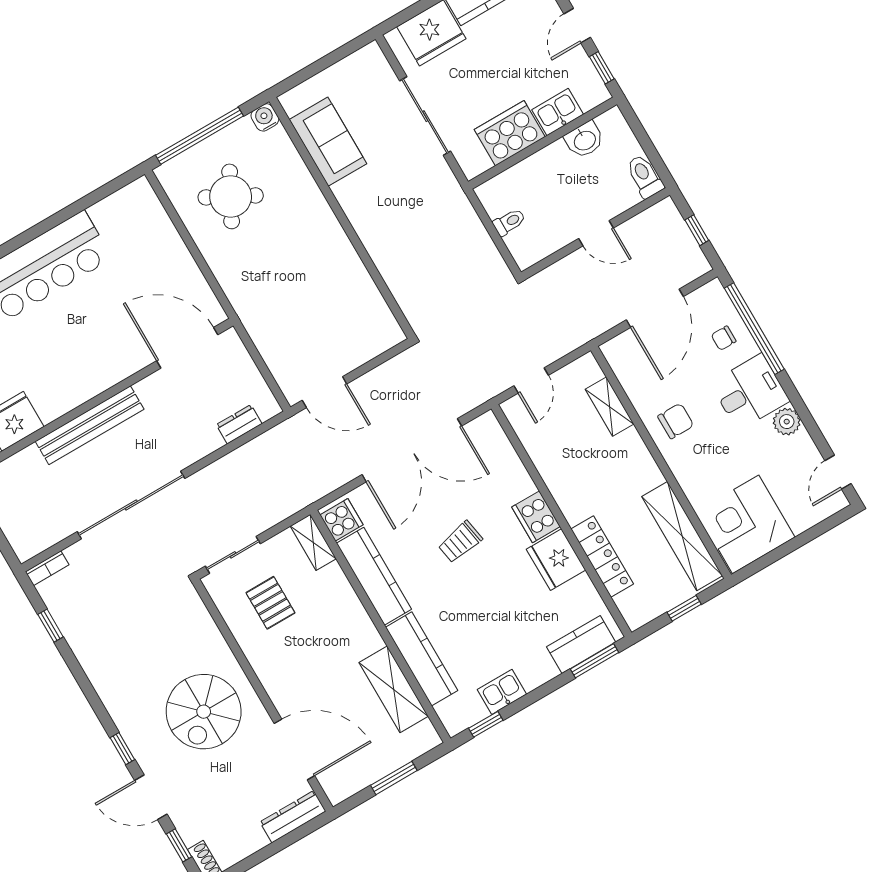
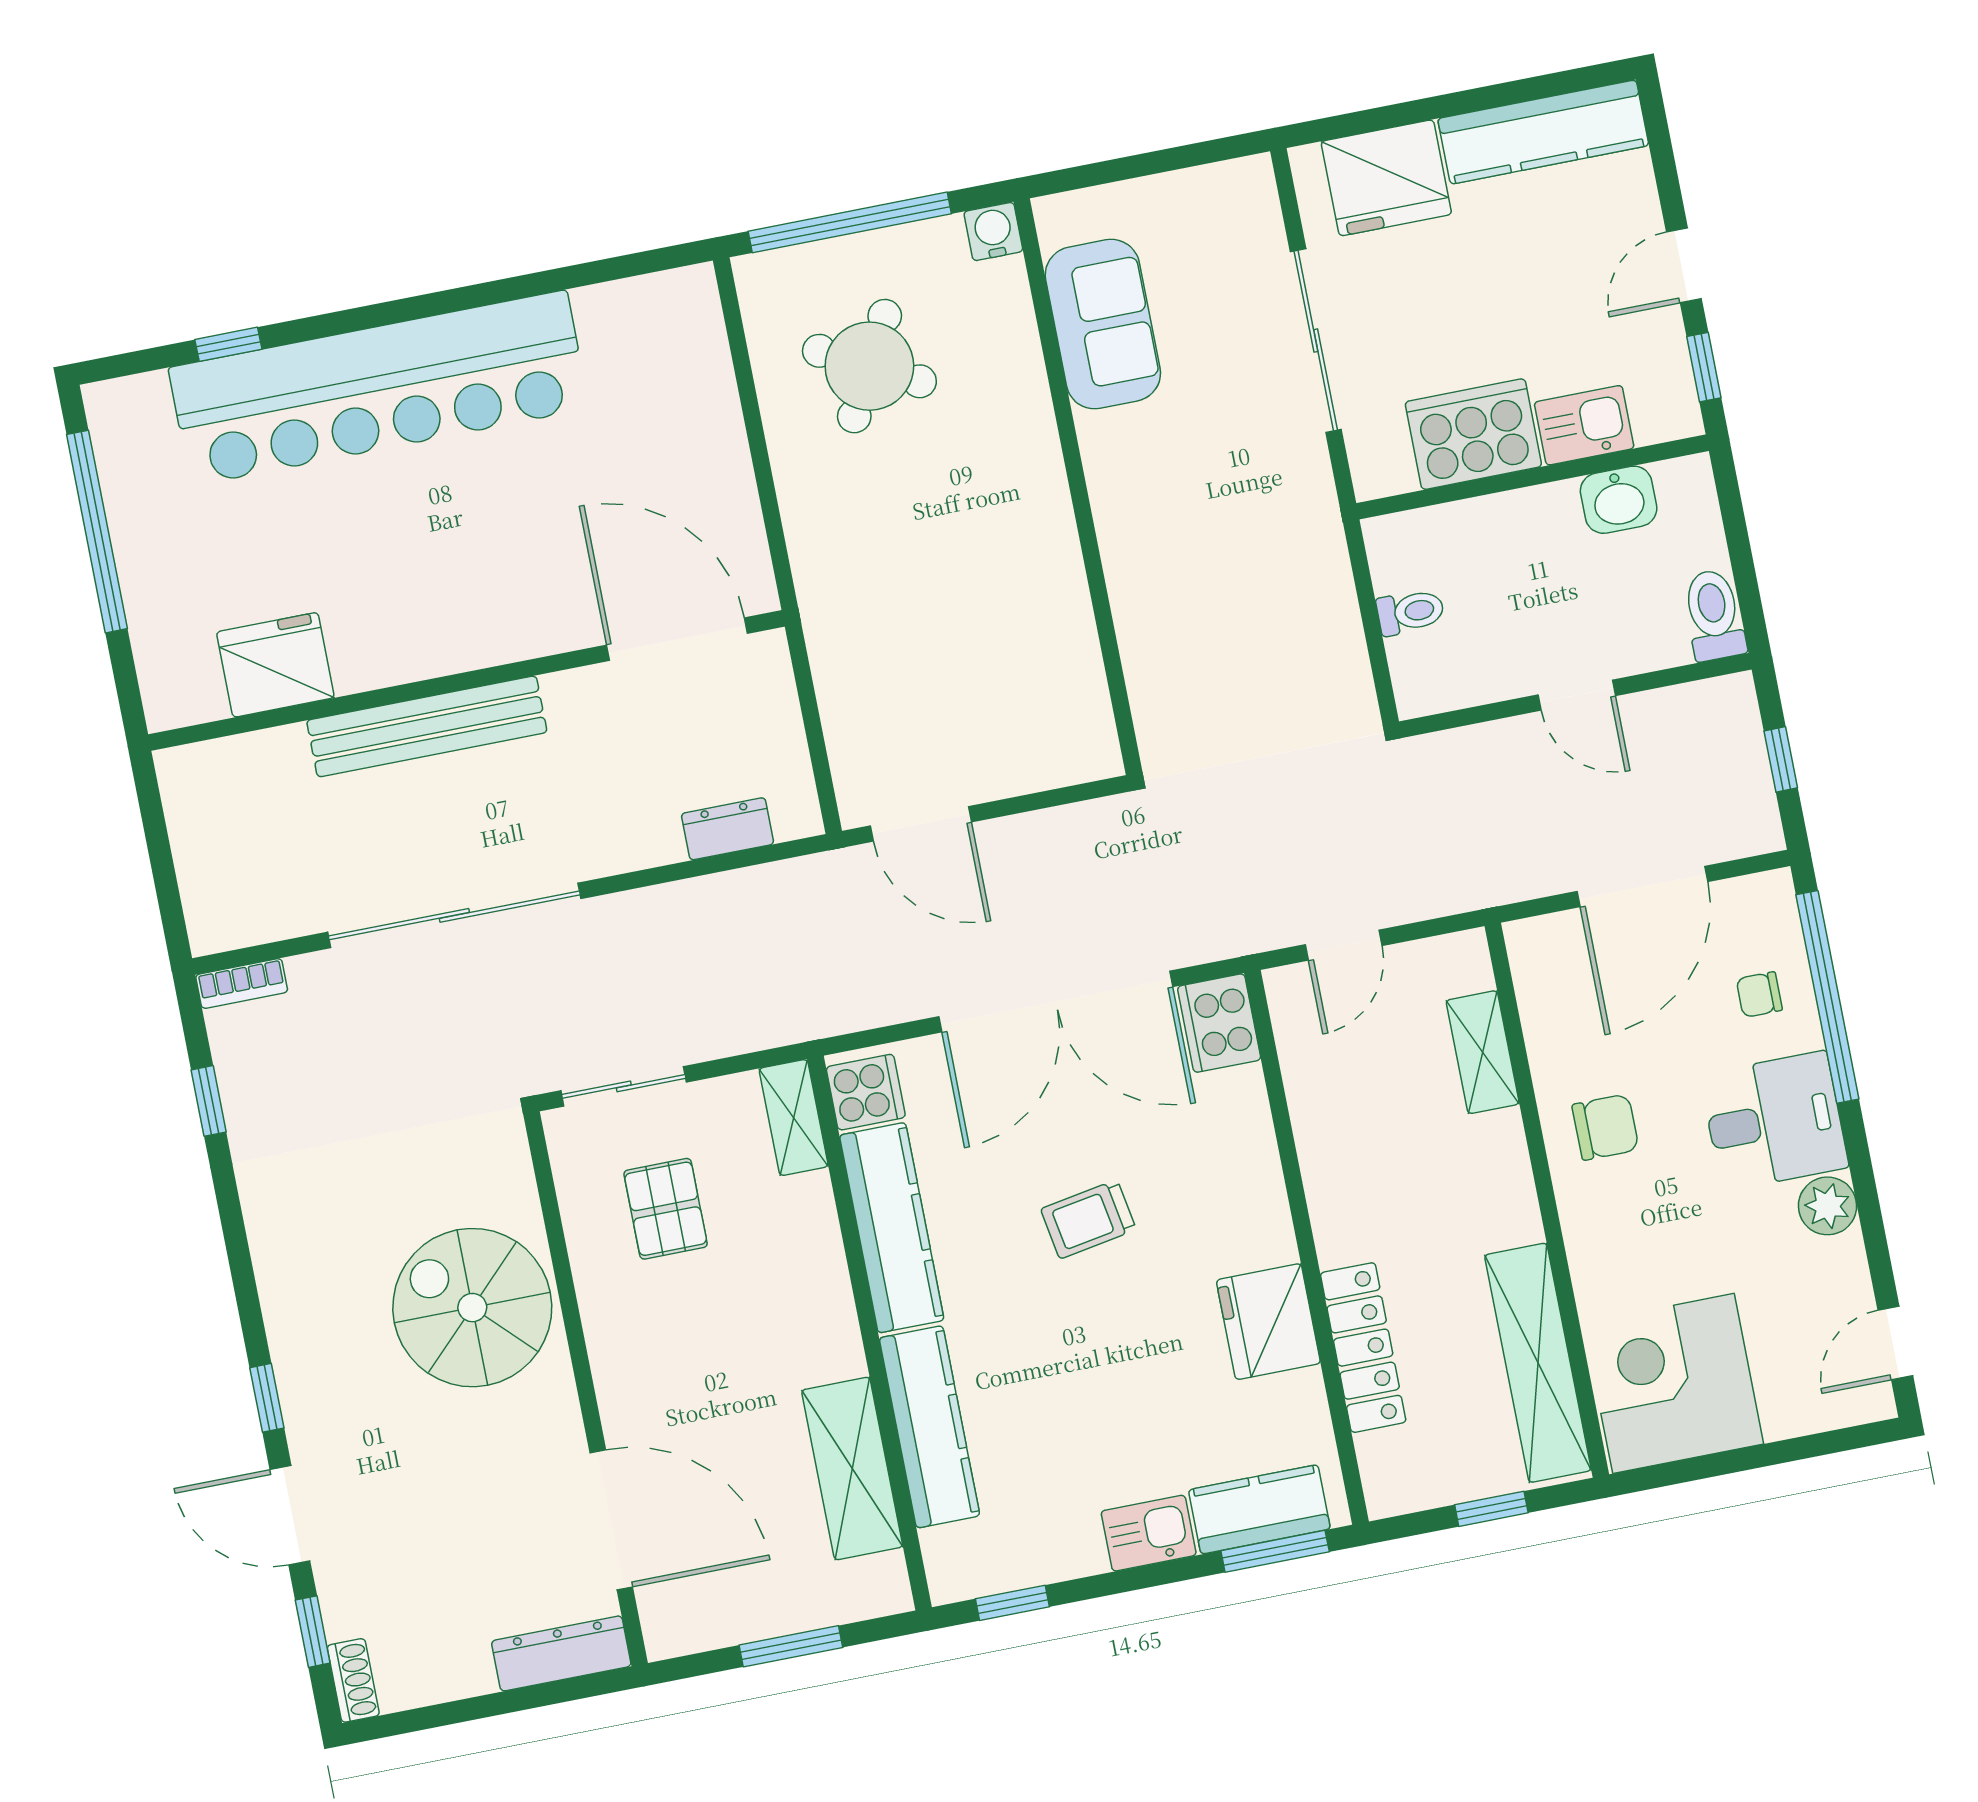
cooker: (536, 517) -> (1219, 1023), moved
kitchen sink: (502, 692) -> (1149, 1533), moved
spiral stairs: (204, 712) -> (472, 1308), moved, turned 90

